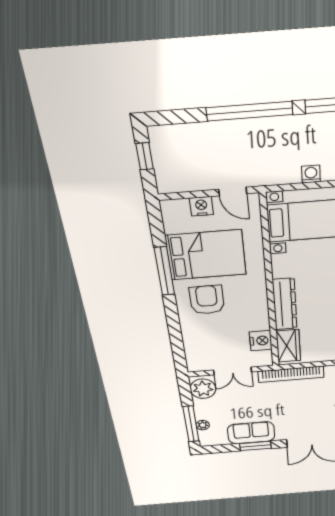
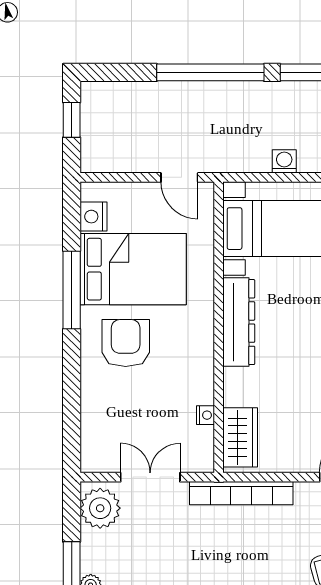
nightstand: (201, 206) -> (93, 217), moved, turned -90
dresser: (285, 304) -> (239, 322), moved
nightstand: (261, 341) -> (206, 415), width x0.53, depth x0.56
double door: (233, 371) -> (150, 477), swing flipped

